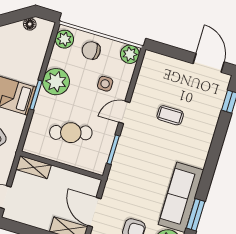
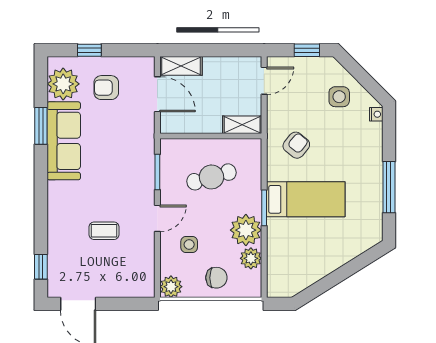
floor lamp: (30, 24) -> (296, 287), removed
plant: (64, 39) -> (251, 258), moved

